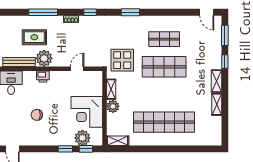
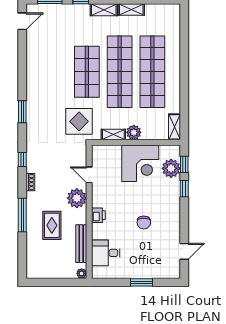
shop shelf: (164, 39) -> (120, 72), moved, width x2.00, depth x1.36
plant: (44, 58) -> (77, 198), moved

